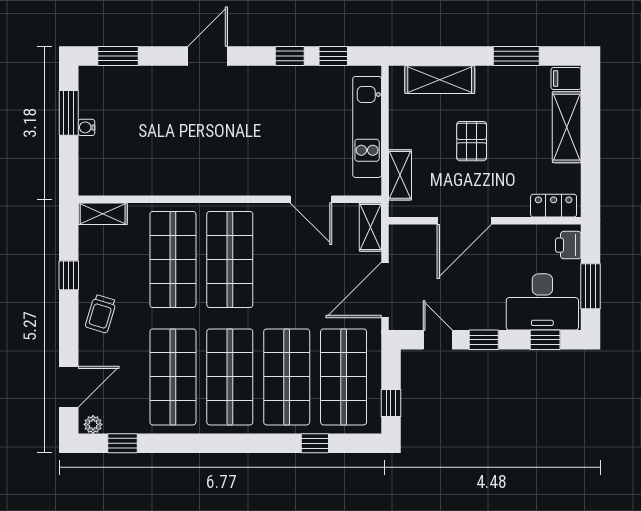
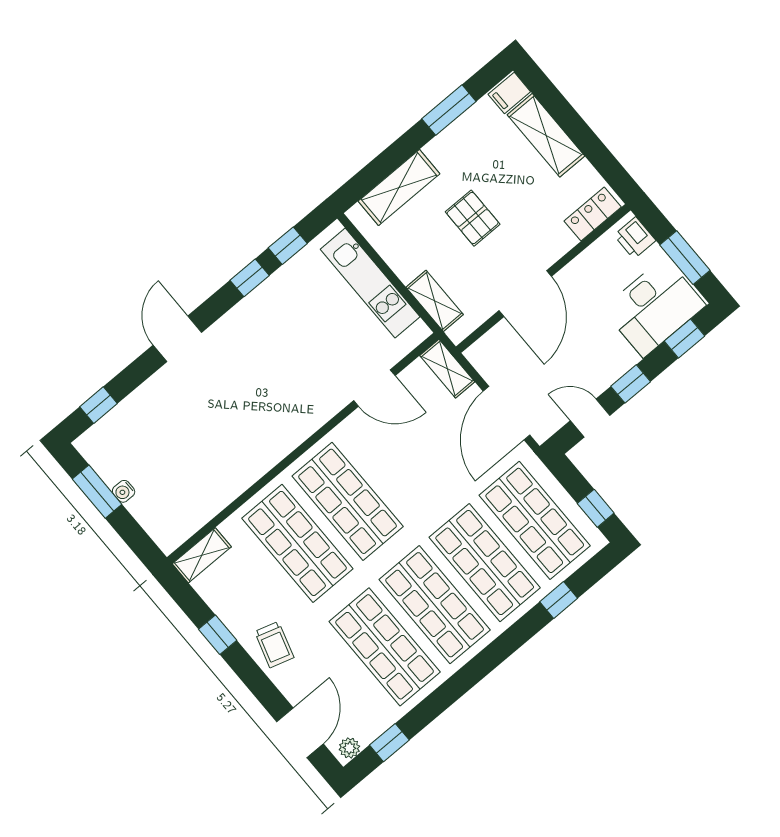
window: (118, 56) -> (98, 405), width x0.67

